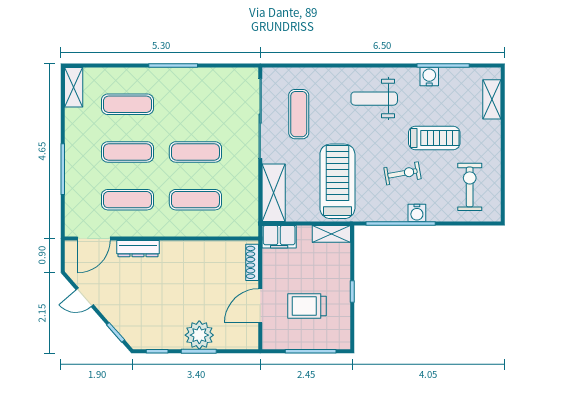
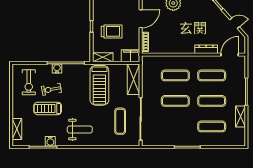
shelving: (74, 87) -> (240, 117), moved
exercise bike: (402, 173) -> (51, 89), moved
trolley: (307, 306) -> (112, 31), moved

